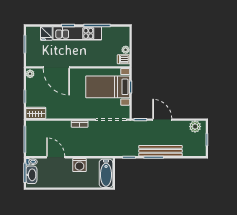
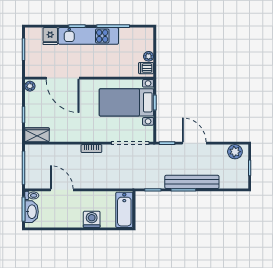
washing machine: (79, 165) -> (92, 219), moved, turned 180

